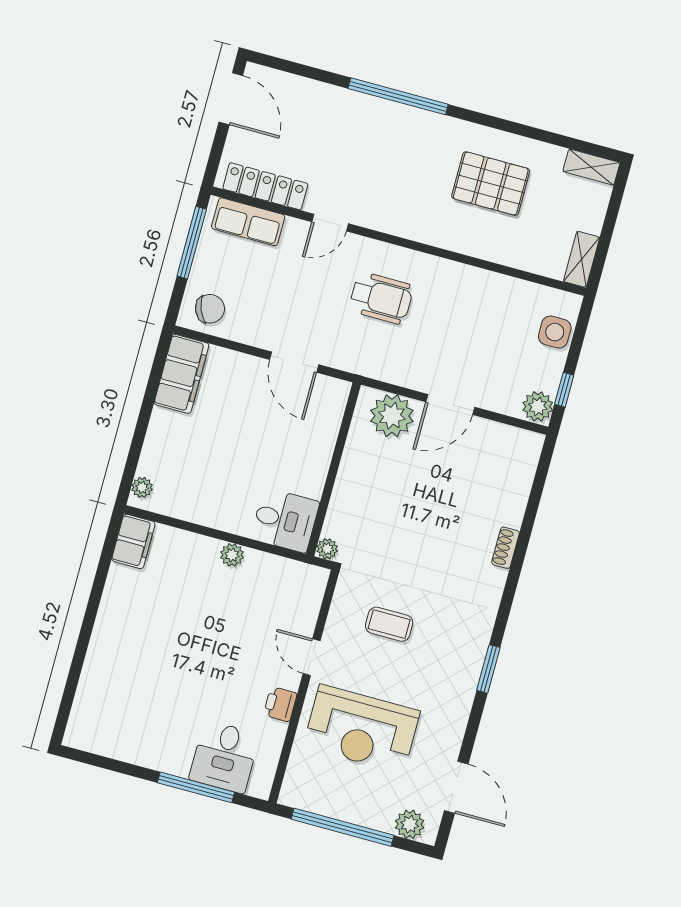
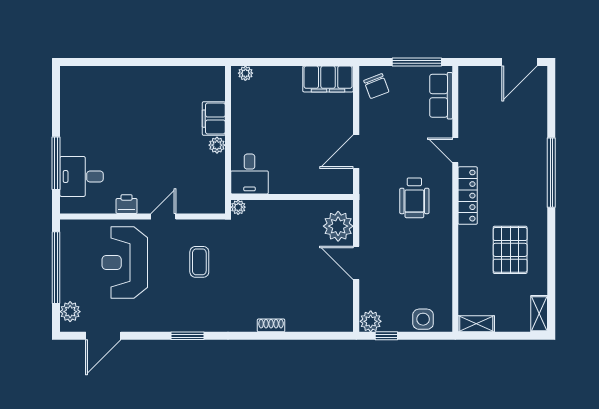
locker: (265, 186) -> (468, 196), moved
filing cabinet: (133, 541) -> (214, 119), moved, turned 90

